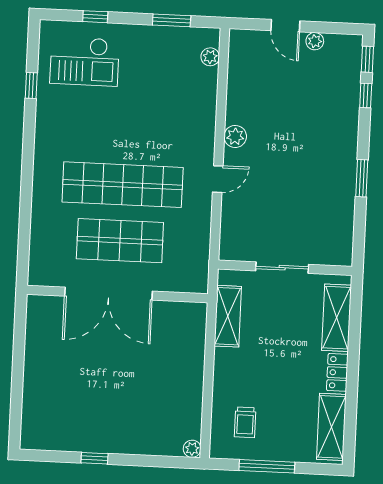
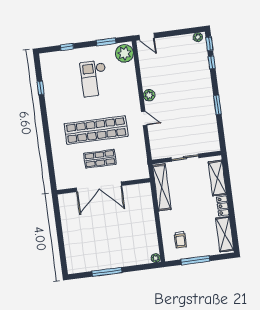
door: (285, 26) -> (147, 37), moved
plant: (315, 41) -> (198, 37), moved
plant: (210, 57) -> (124, 53), width x1.87, depth x1.87
checkout: (85, 61) -> (94, 79), moved, turned 90
door: (218, 179) -> (144, 118), hinge flipped
shop shelf: (120, 241) -> (100, 159), width x0.70, depth x0.74
shelving: (228, 316) -> (162, 187), width x1.47
window: (94, 458) -> (107, 272), width x2.17

